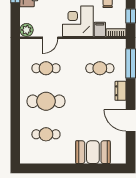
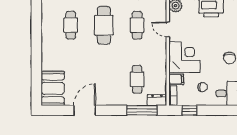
dresser: (120, 91) -> (157, 100), moved
booth: (93, 152) -> (53, 88), moved

